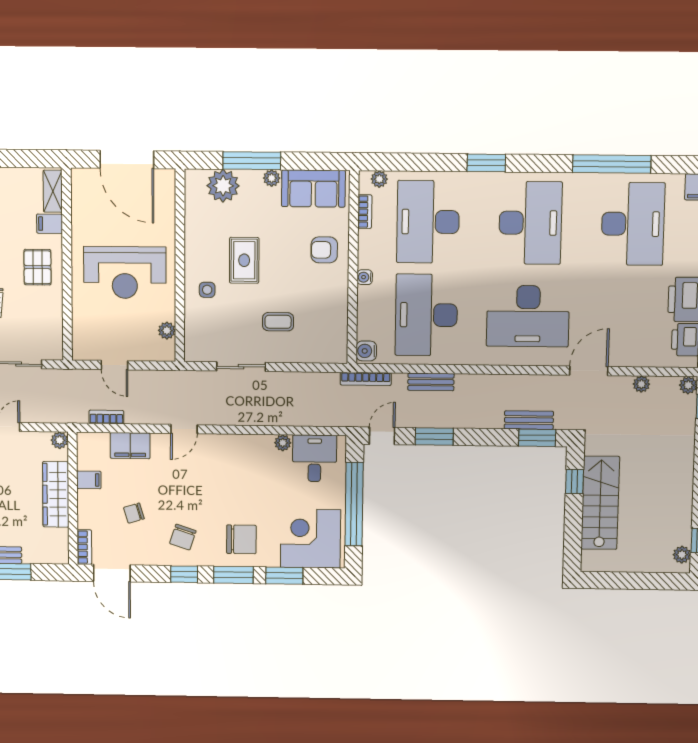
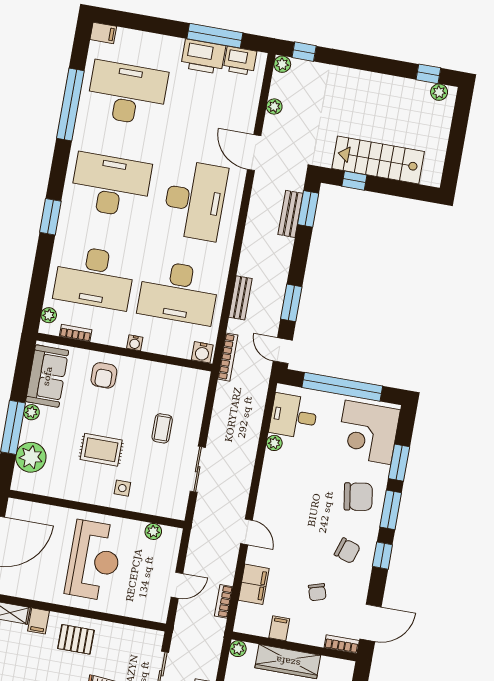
chair: (241, 539) -> (358, 497), turned 81

